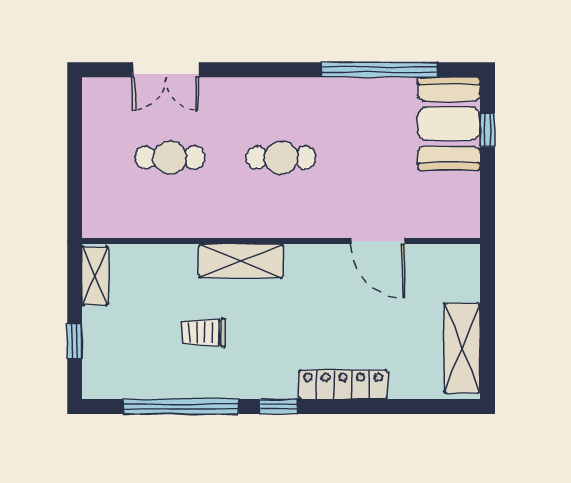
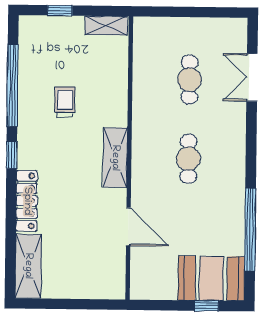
door: (378, 241) -> (128, 227), swing flipped
shelving: (241, 261) -> (115, 158), moved
shelving: (462, 348) -> (28, 266), moved, turned 90

